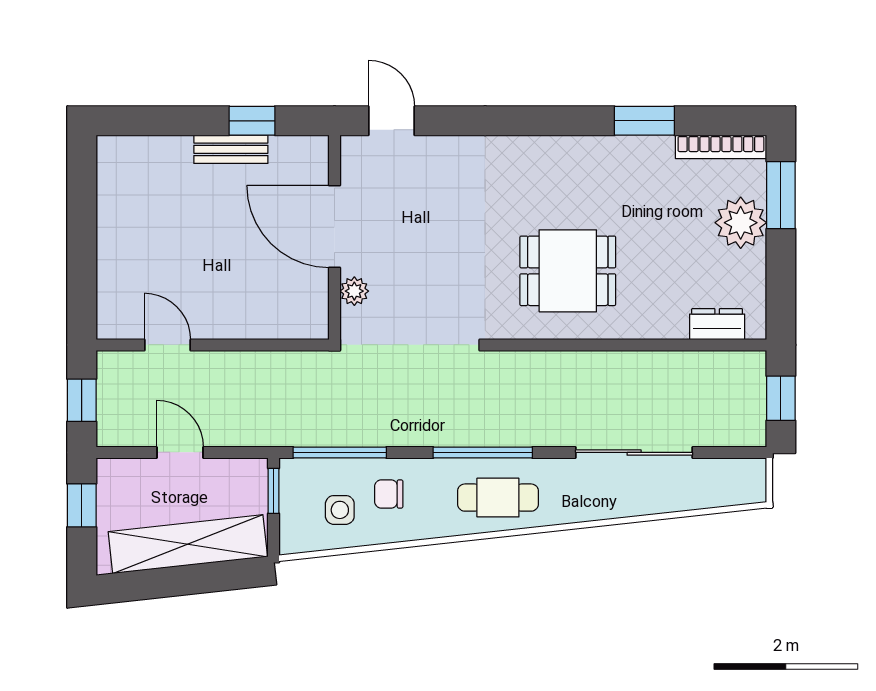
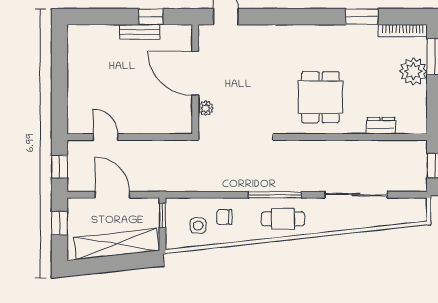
dining table: (568, 271) -> (320, 97), turned 90
dresser: (717, 324) -> (381, 126), moved
door: (180, 452) -> (112, 195), width x1.38
window: (340, 452) -> (198, 195), removed

